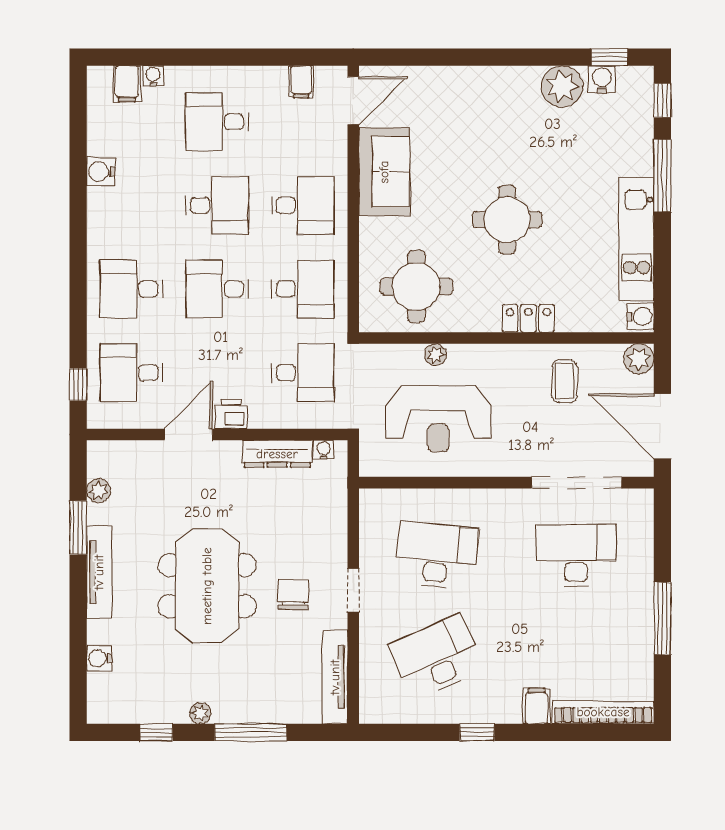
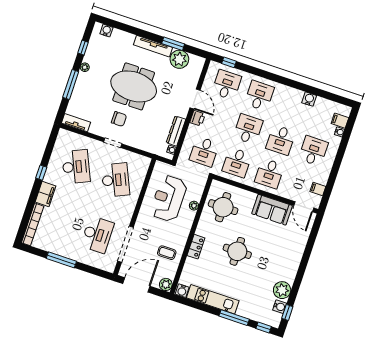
plant: (99, 491) -> (179, 59), width x1.87, depth x1.87
desk: (437, 555) -> (115, 180), turned -30
water cooler: (99, 658) -> (106, 31), moved
tv unit: (335, 677) -> (76, 123), width x0.71
filing cabinet: (536, 706) -> (46, 194), width x2.00

